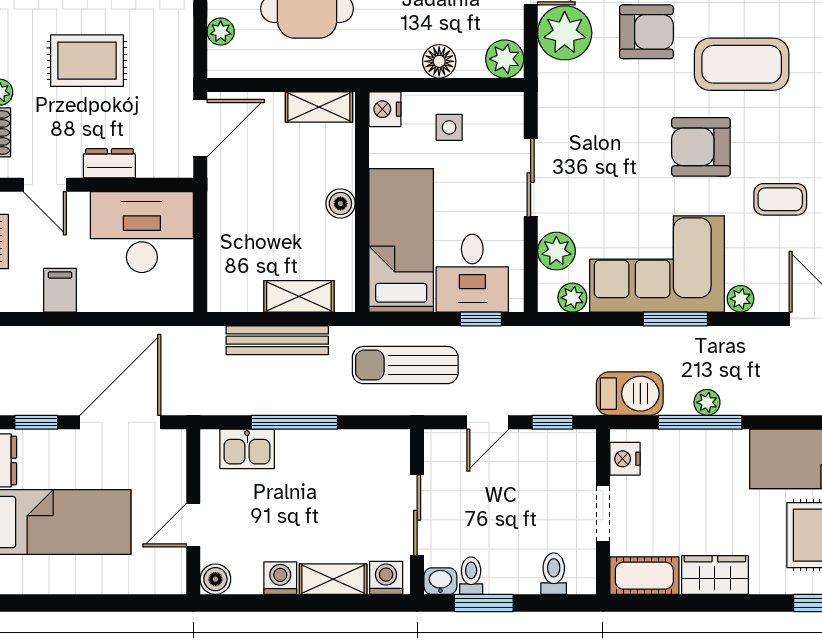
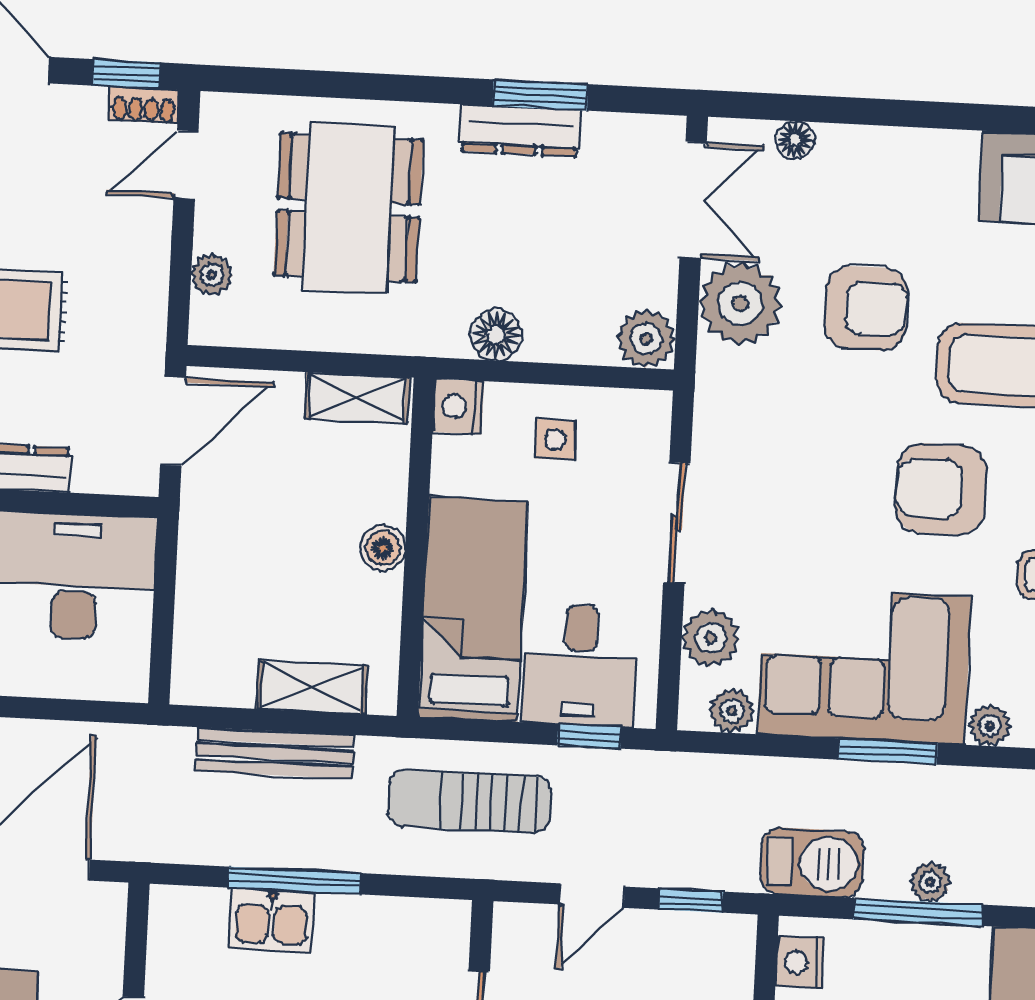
floor lamp: (439, 61) -> (496, 335), moved
kitchen sink: (247, 449) -> (271, 920), moved

